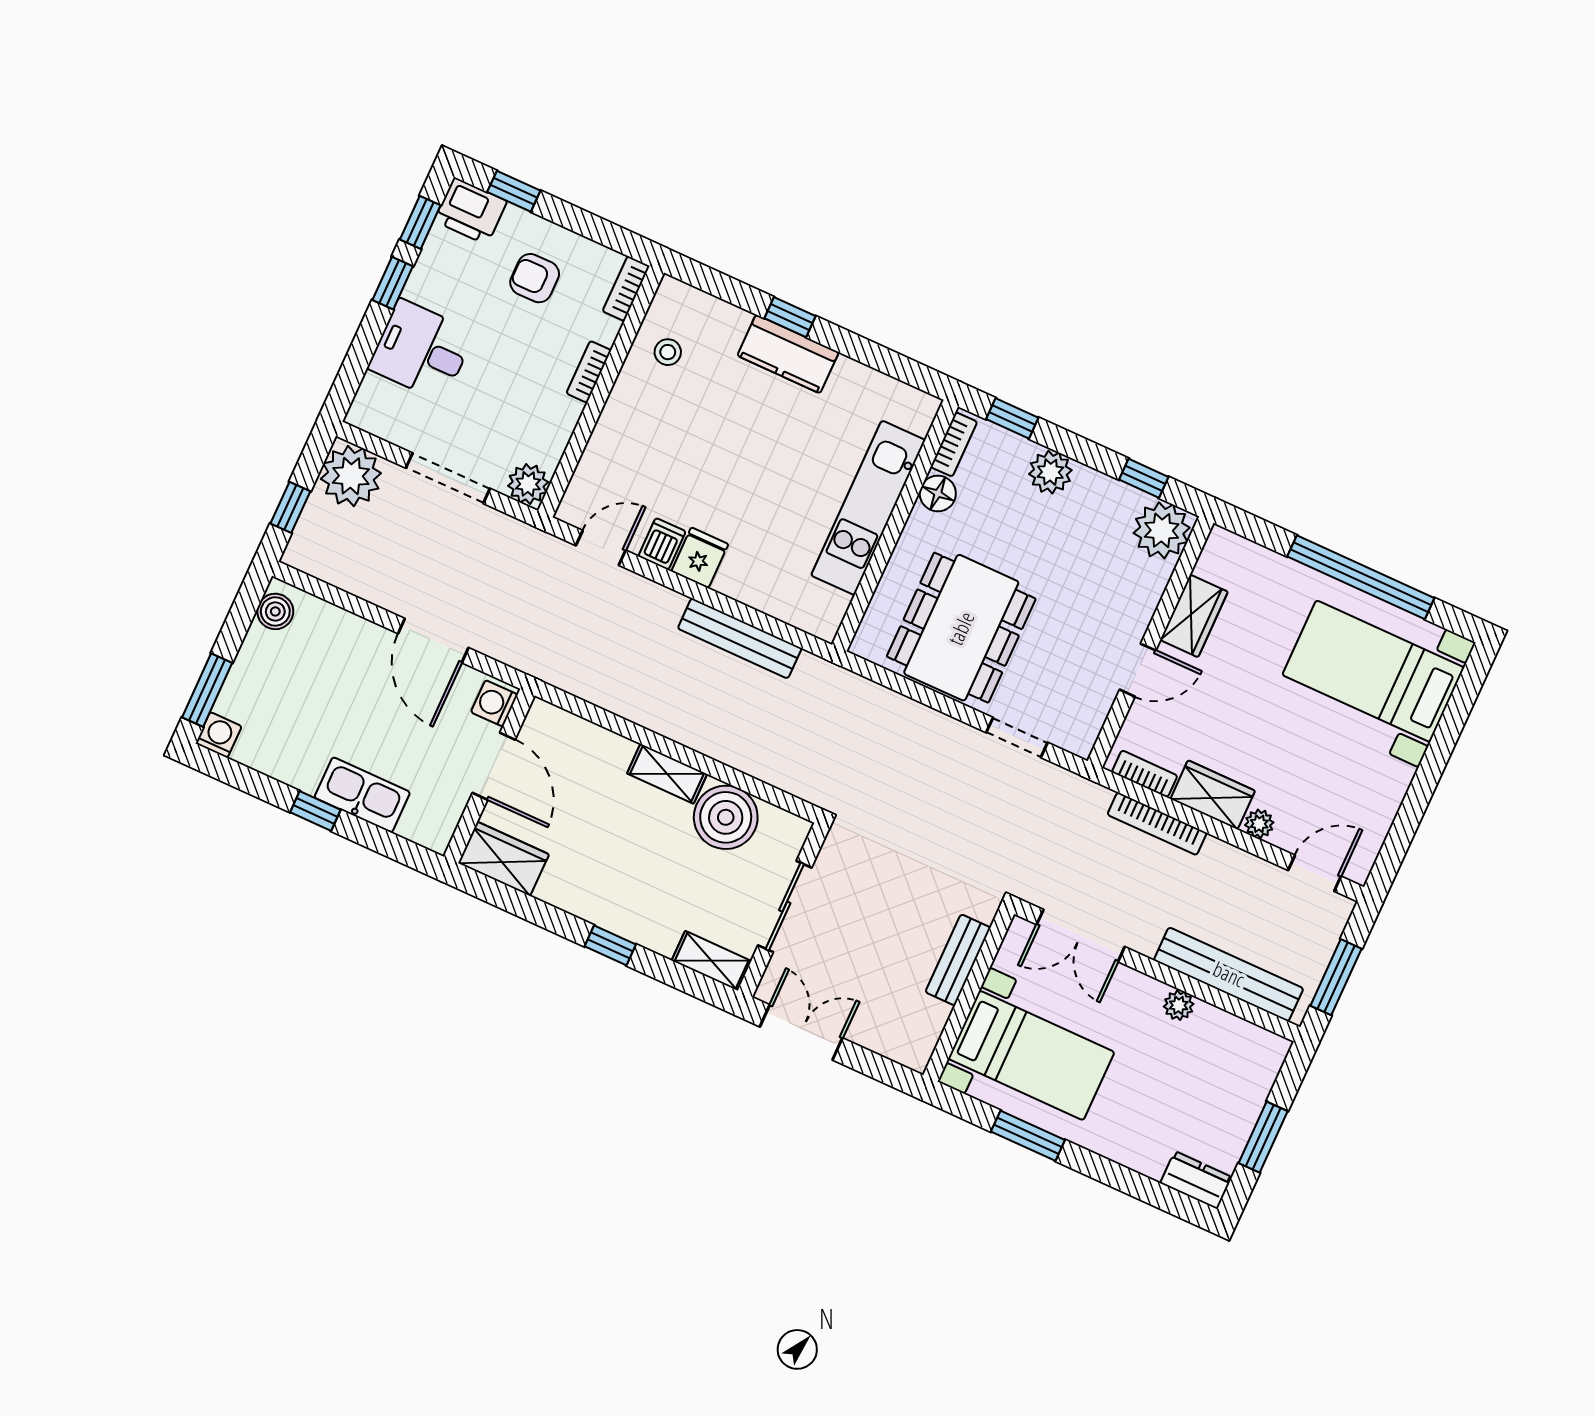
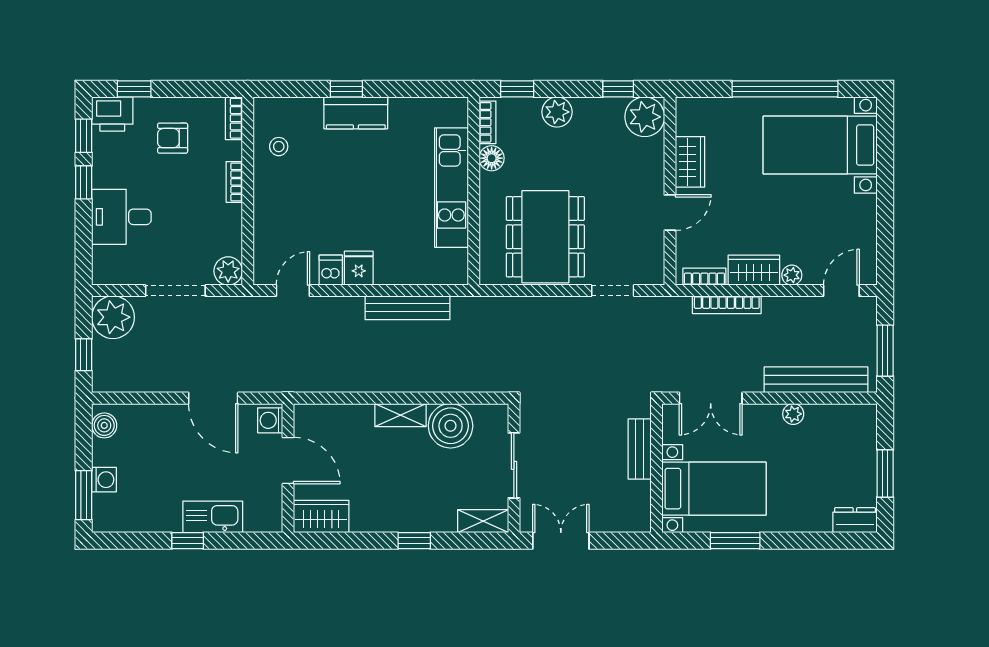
washing machine: (219, 735) -> (104, 480), moved, turned 90

